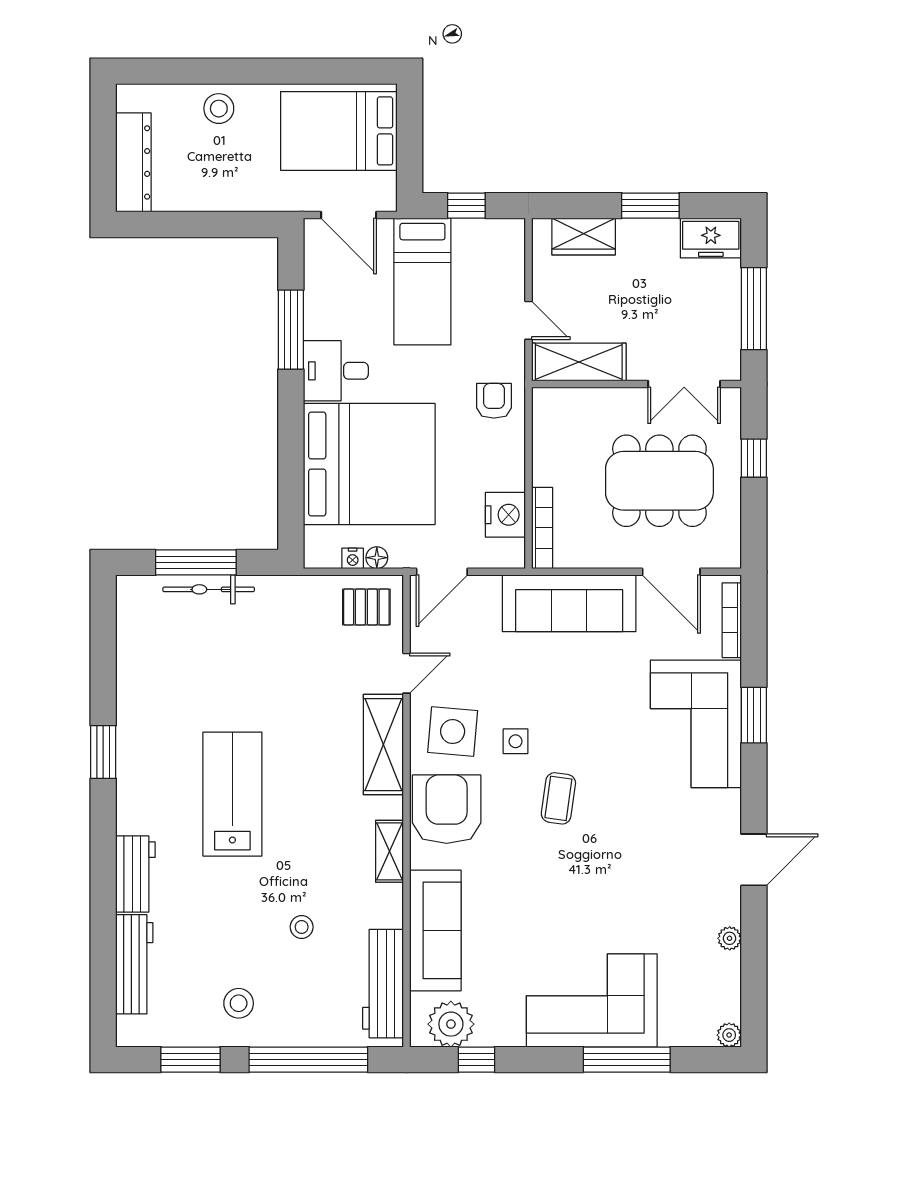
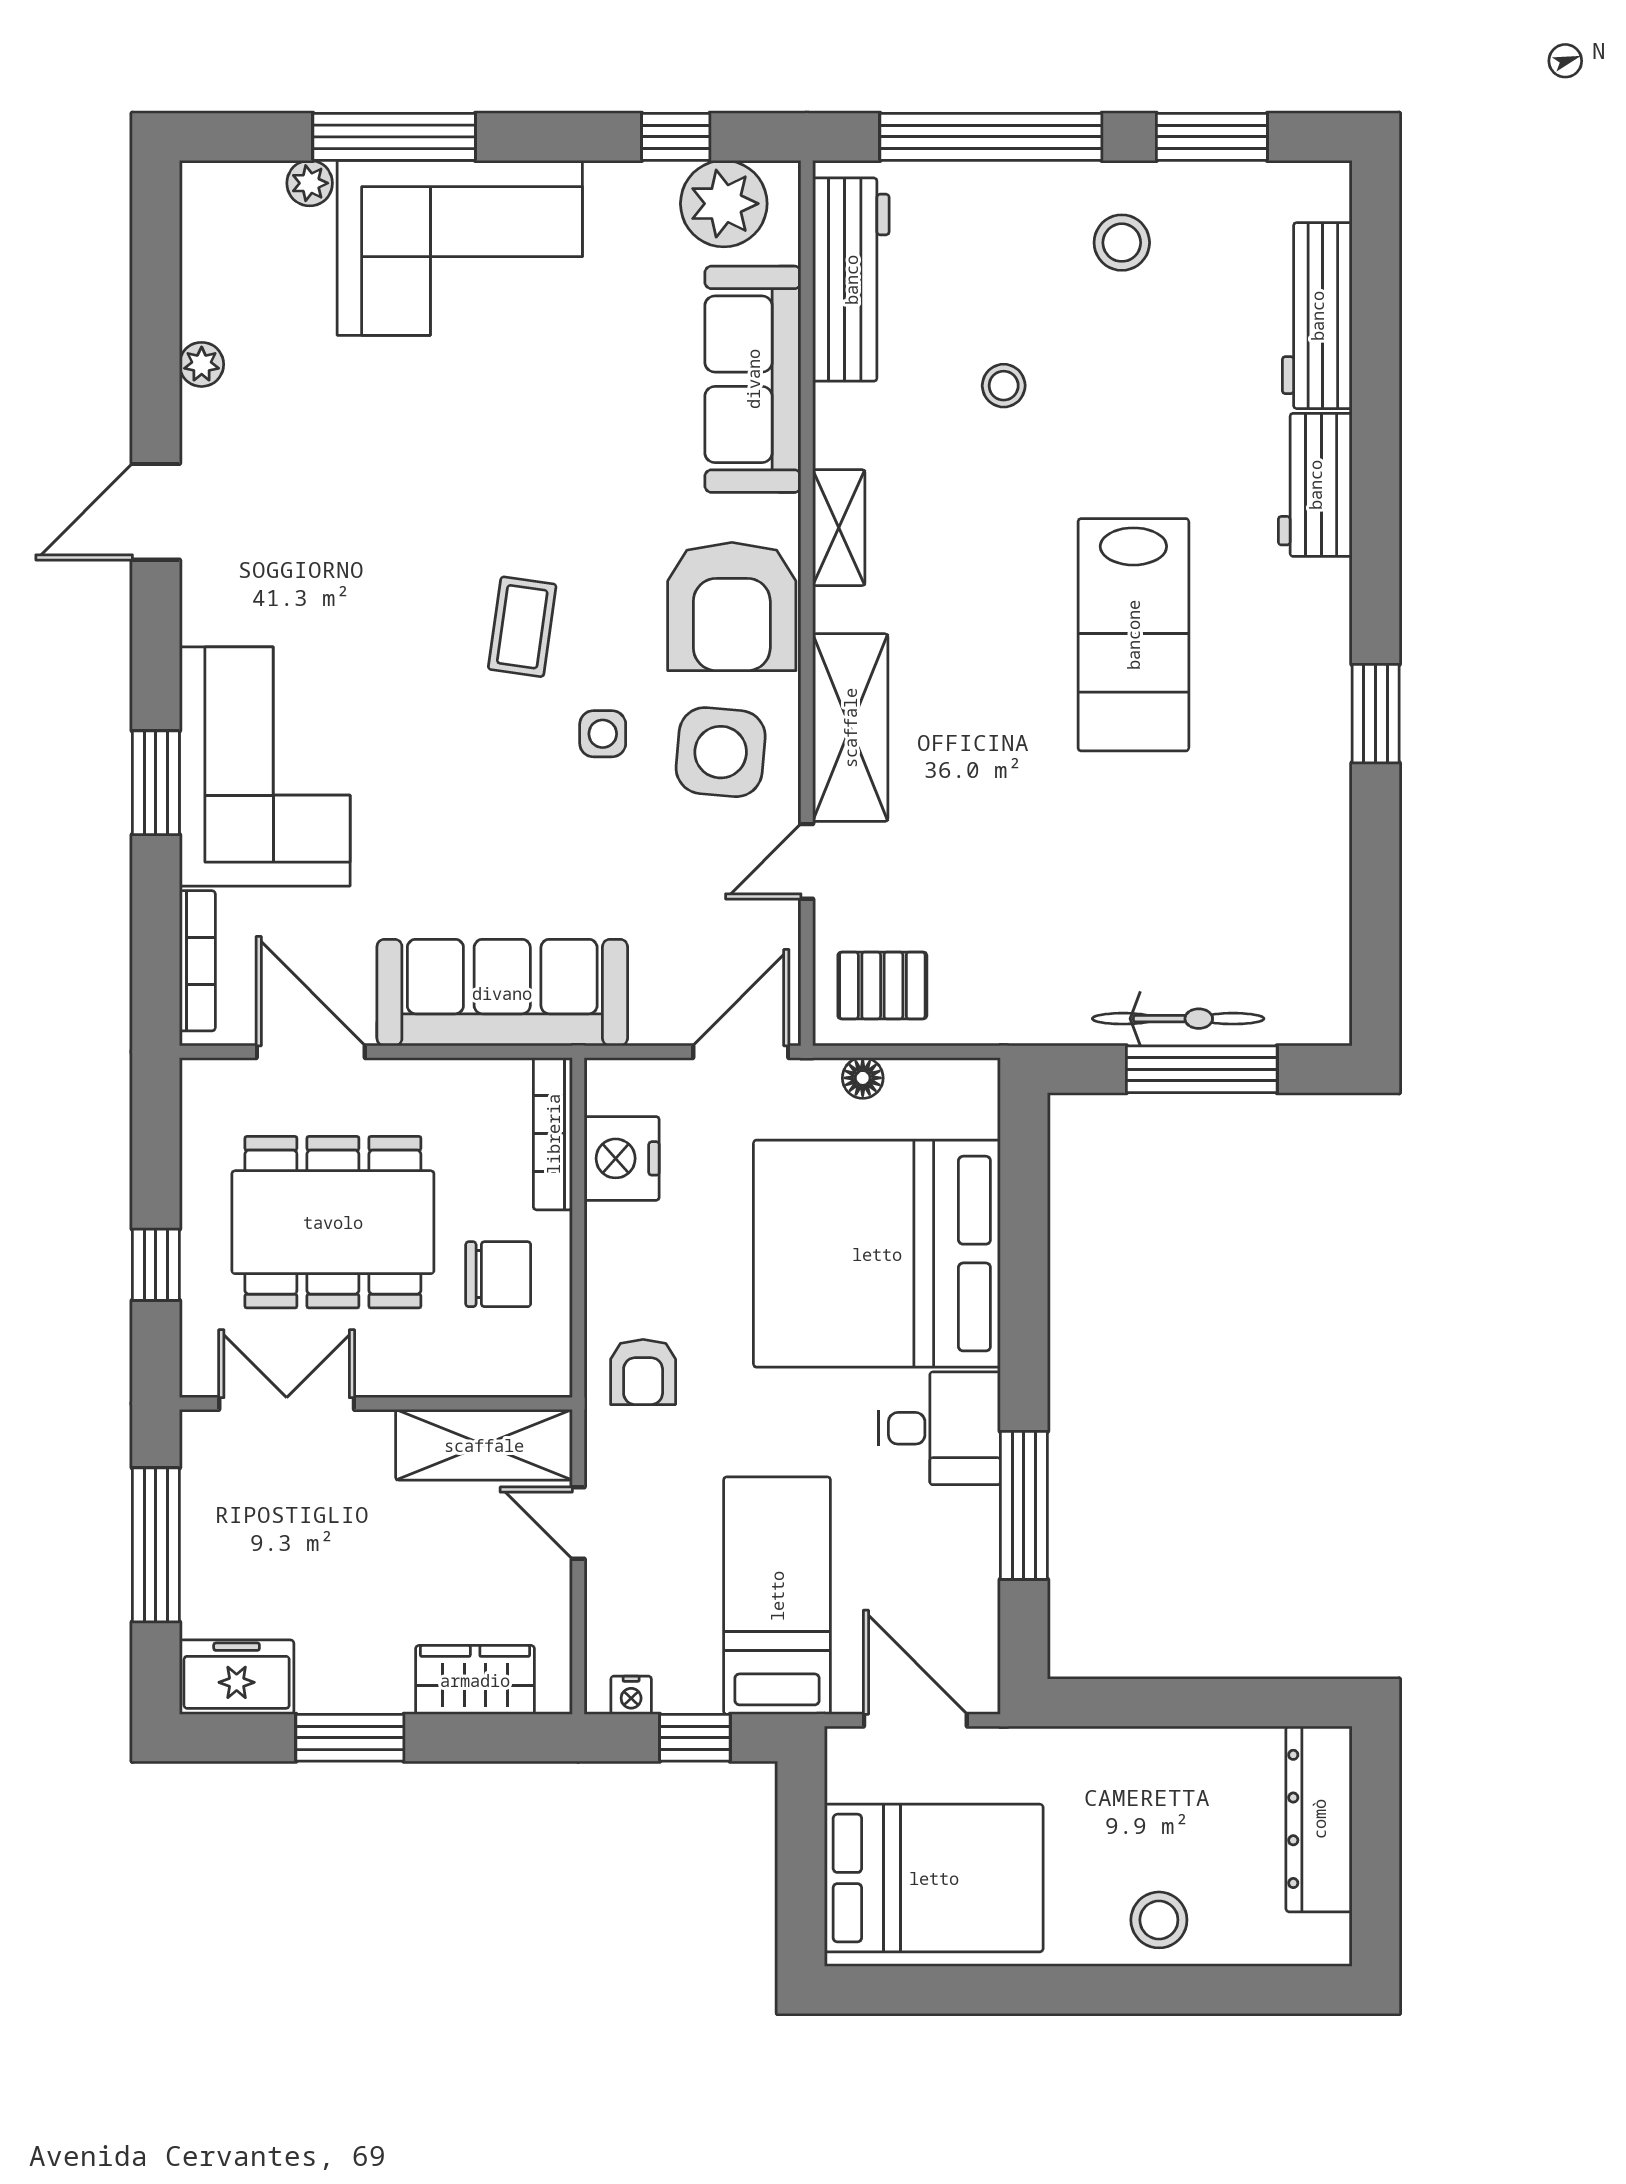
chair: (571, 453) -> (498, 1274), added
nightstand: (353, 558) -> (631, 1695), moved, turned 180
plant: (729, 1035) -> (310, 183), moved

